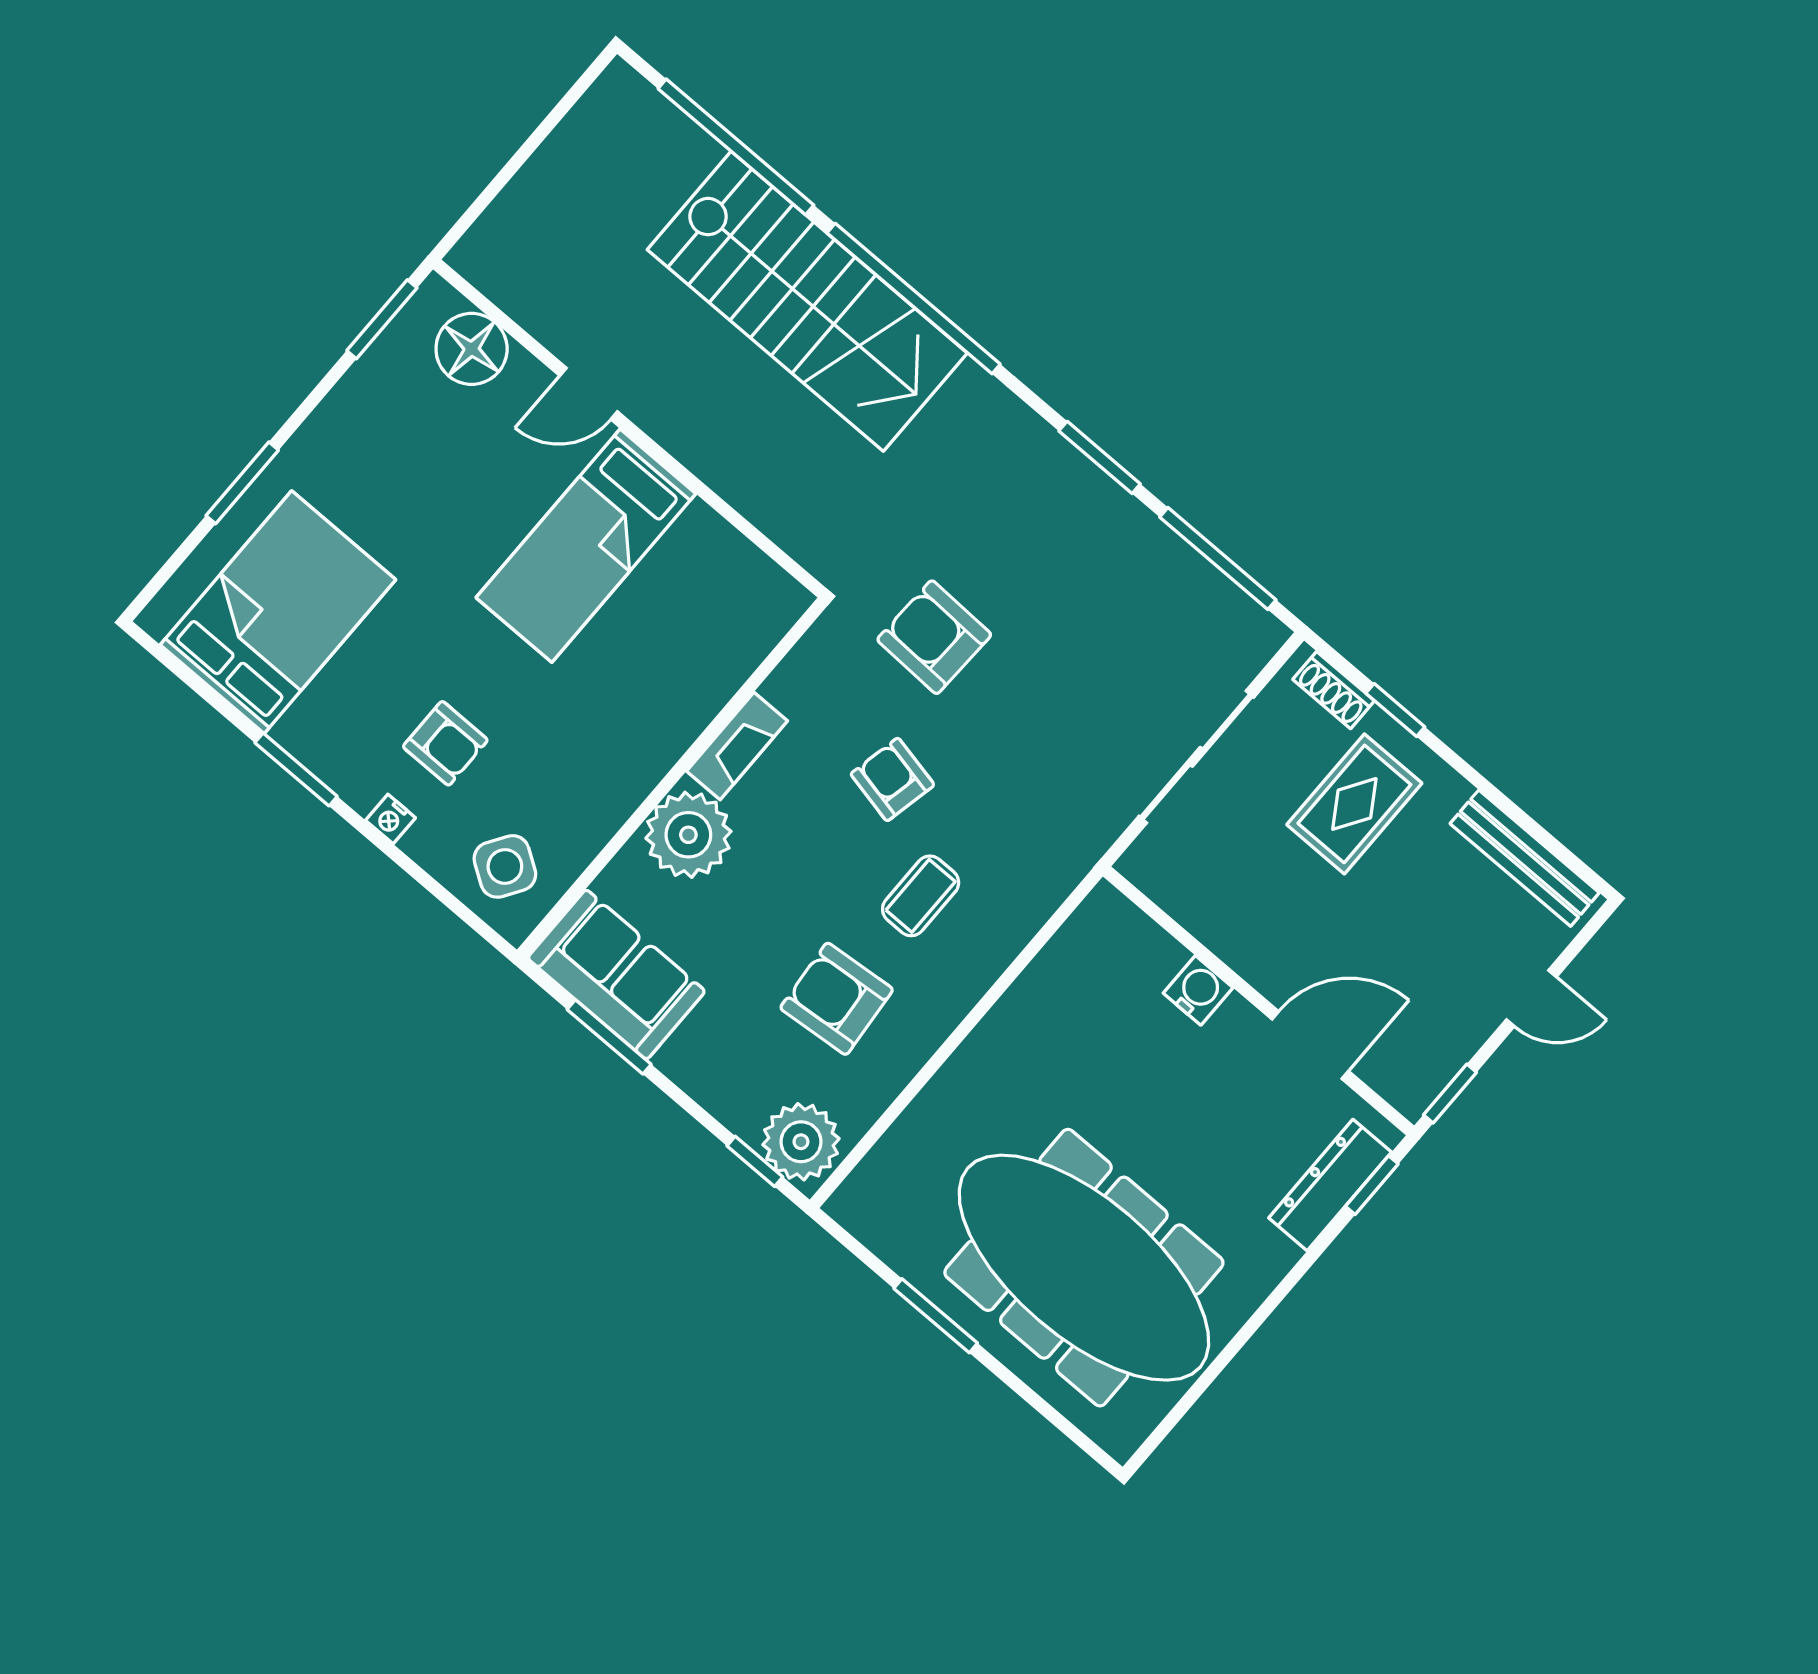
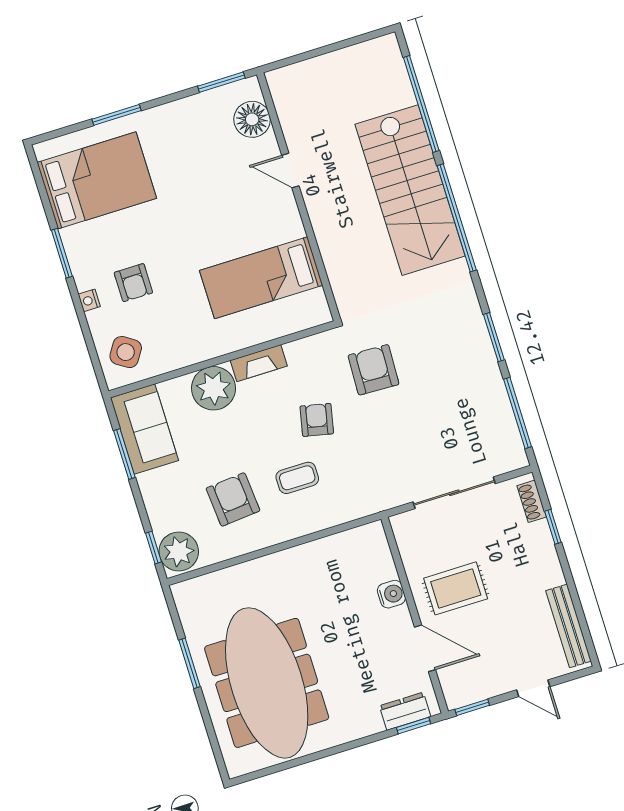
bed: (586, 546) -> (261, 278), moved
rug: (1354, 804) -> (456, 588), moved
dresser: (1330, 1185) -> (405, 711), width x0.70

